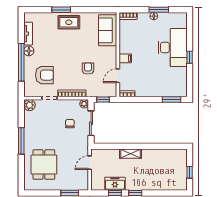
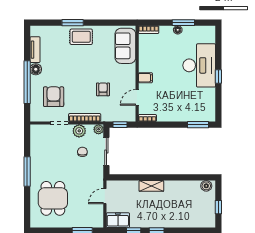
armchair: (44, 75) -> (54, 97), turned -90
plant: (29, 105) -> (79, 131), moved
boiler: (179, 154) -> (206, 186), added
freezer: (115, 184) -> (118, 220), moved

